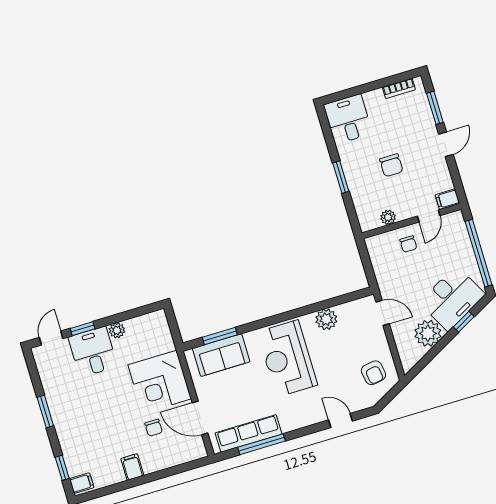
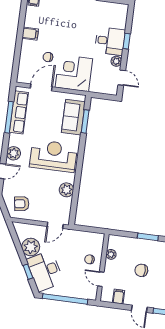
filing cabinet: (447, 199) -> (119, 297), moved
door: (51, 338) -> (122, 78), moved
plant: (309, 415) -> (14, 153), added

